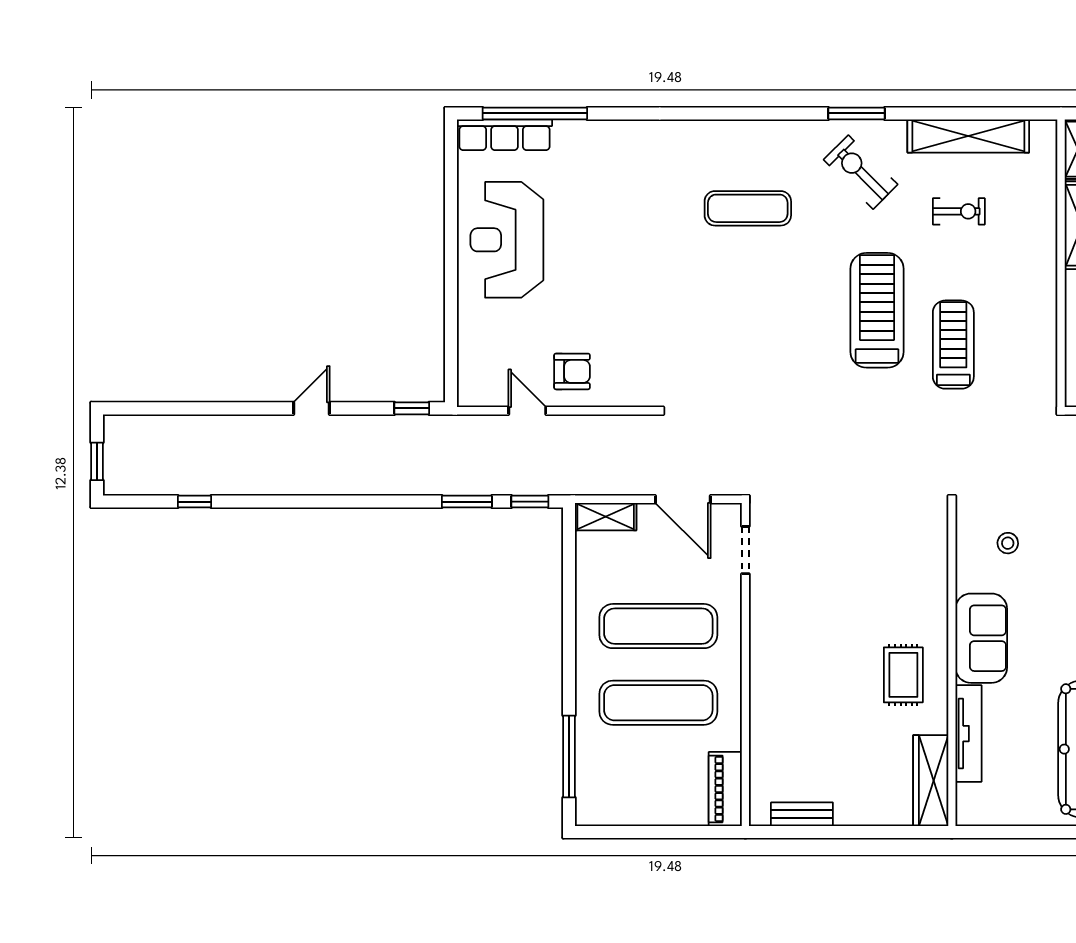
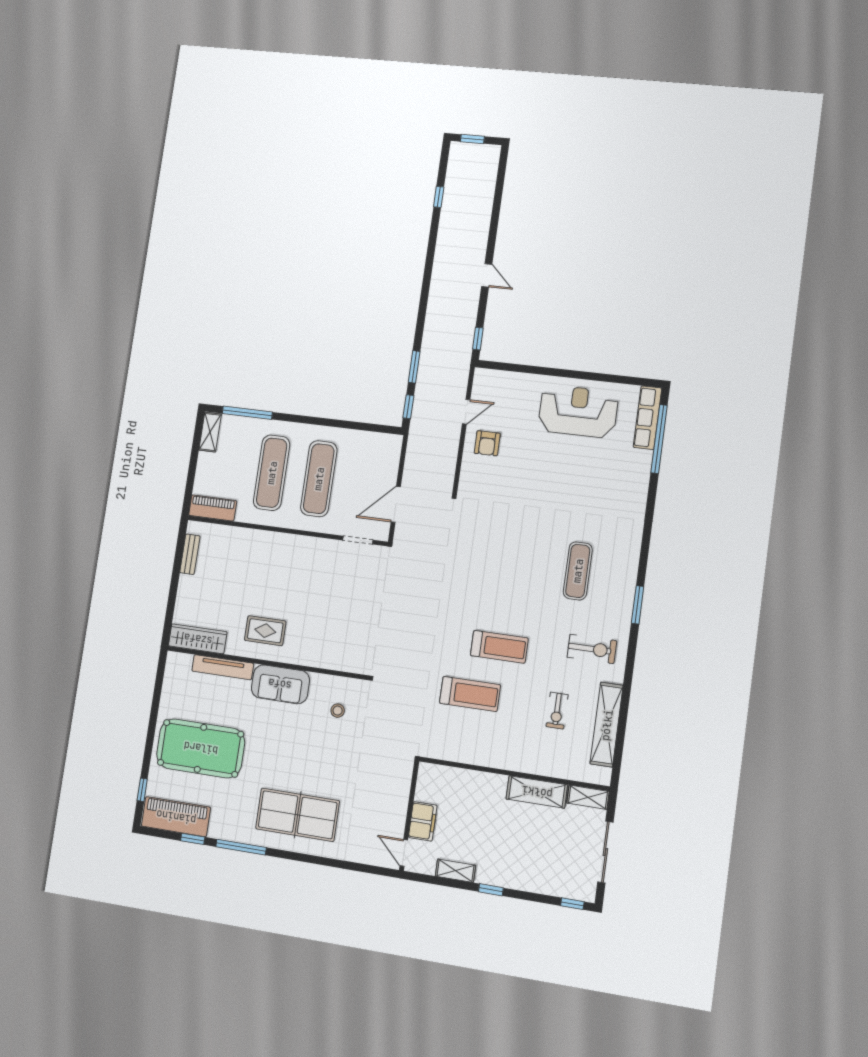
window: (856, 113) -> (638, 605), moved
exercise bike: (861, 172) -> (592, 649), turned 45
treadmill: (877, 310) -> (499, 647), width x0.73, depth x0.73
shelving: (606, 517) -> (210, 432), moved

